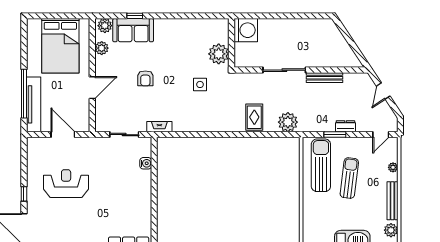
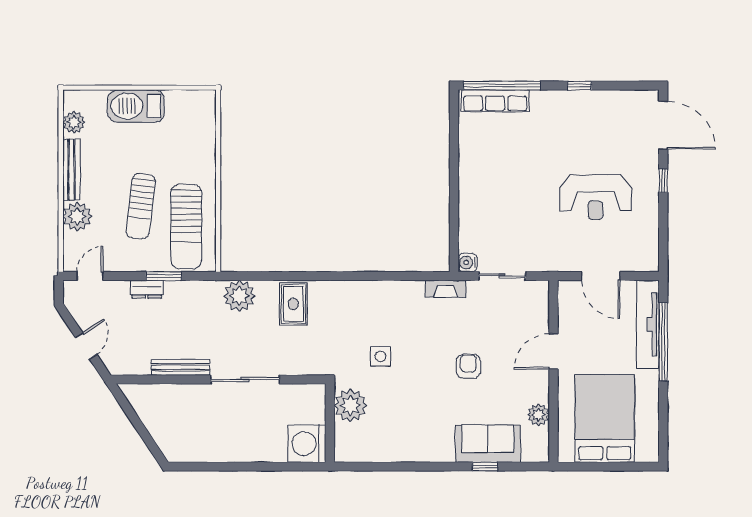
plant: (105, 26) -> (533, 451), removed
water cooler: (146, 163) -> (468, 263), moved
plant: (393, 167) -> (77, 217), width x1.88, depth x1.88

